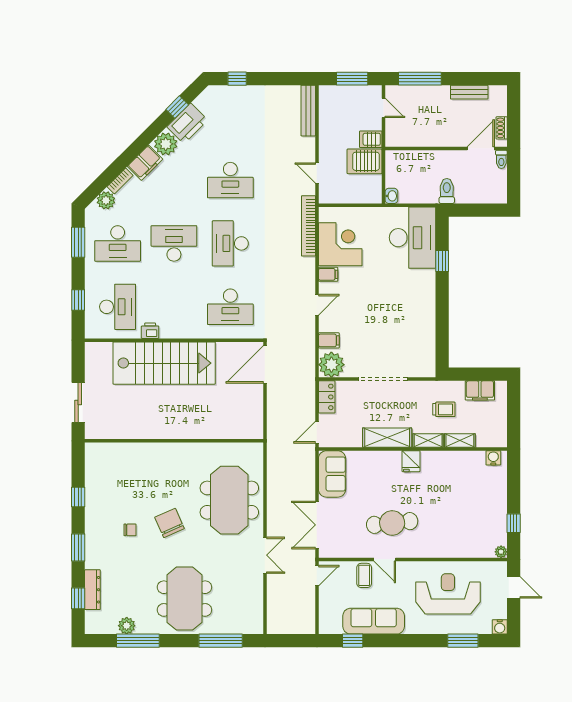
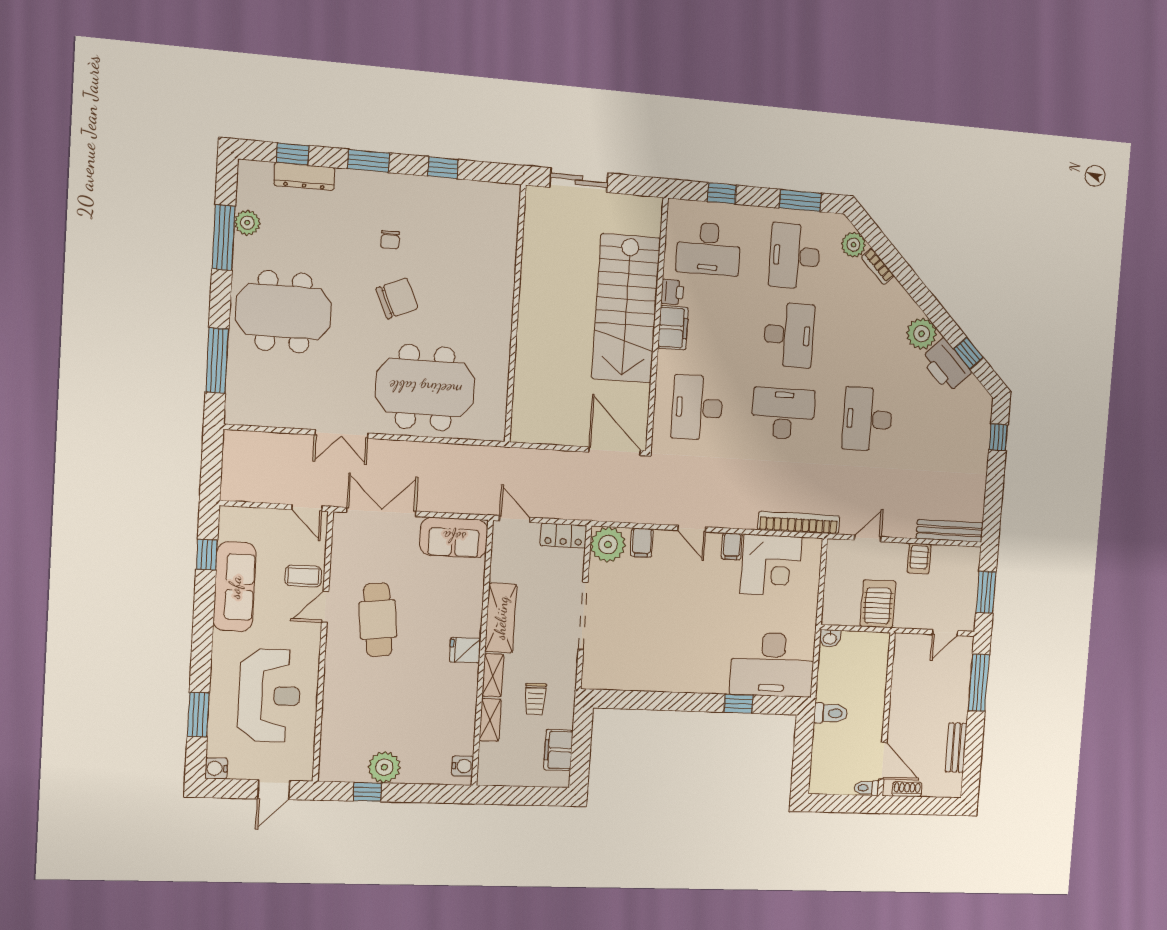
server rack: (371, 139) -> (919, 558), moved, turned 180
filing cabinet: (145, 163) -> (673, 328), moved, turned -135
plant: (501, 552) -> (384, 767), moved, width x1.87, depth x1.87

